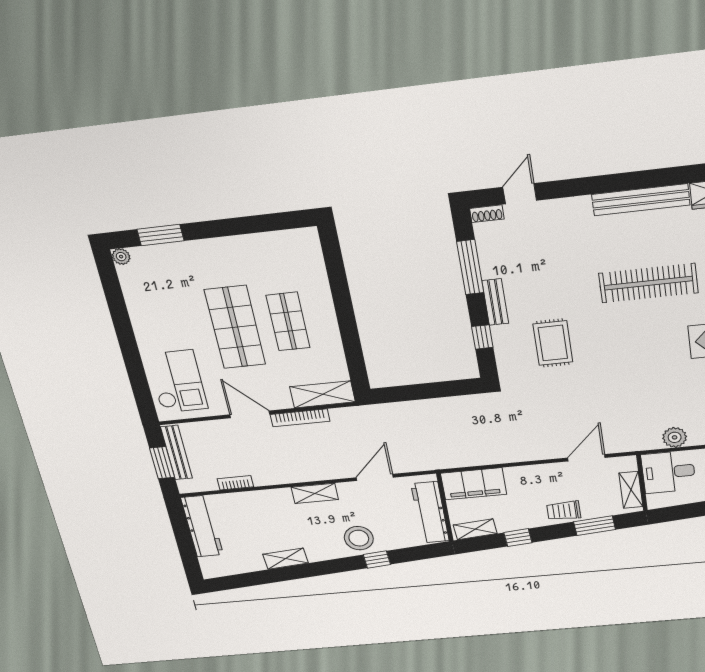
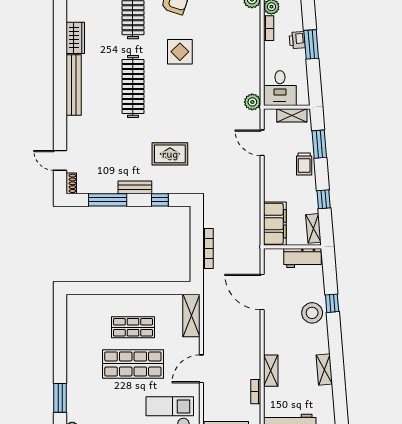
bookcase: (300, 418) -> (208, 248), moved
plant: (675, 437) -> (252, 102), moved
door: (375, 477) -> (262, 292), width x1.36
shelving: (315, 493) -> (271, 371), moved
workbench: (430, 512) -> (303, 258), width x0.73

